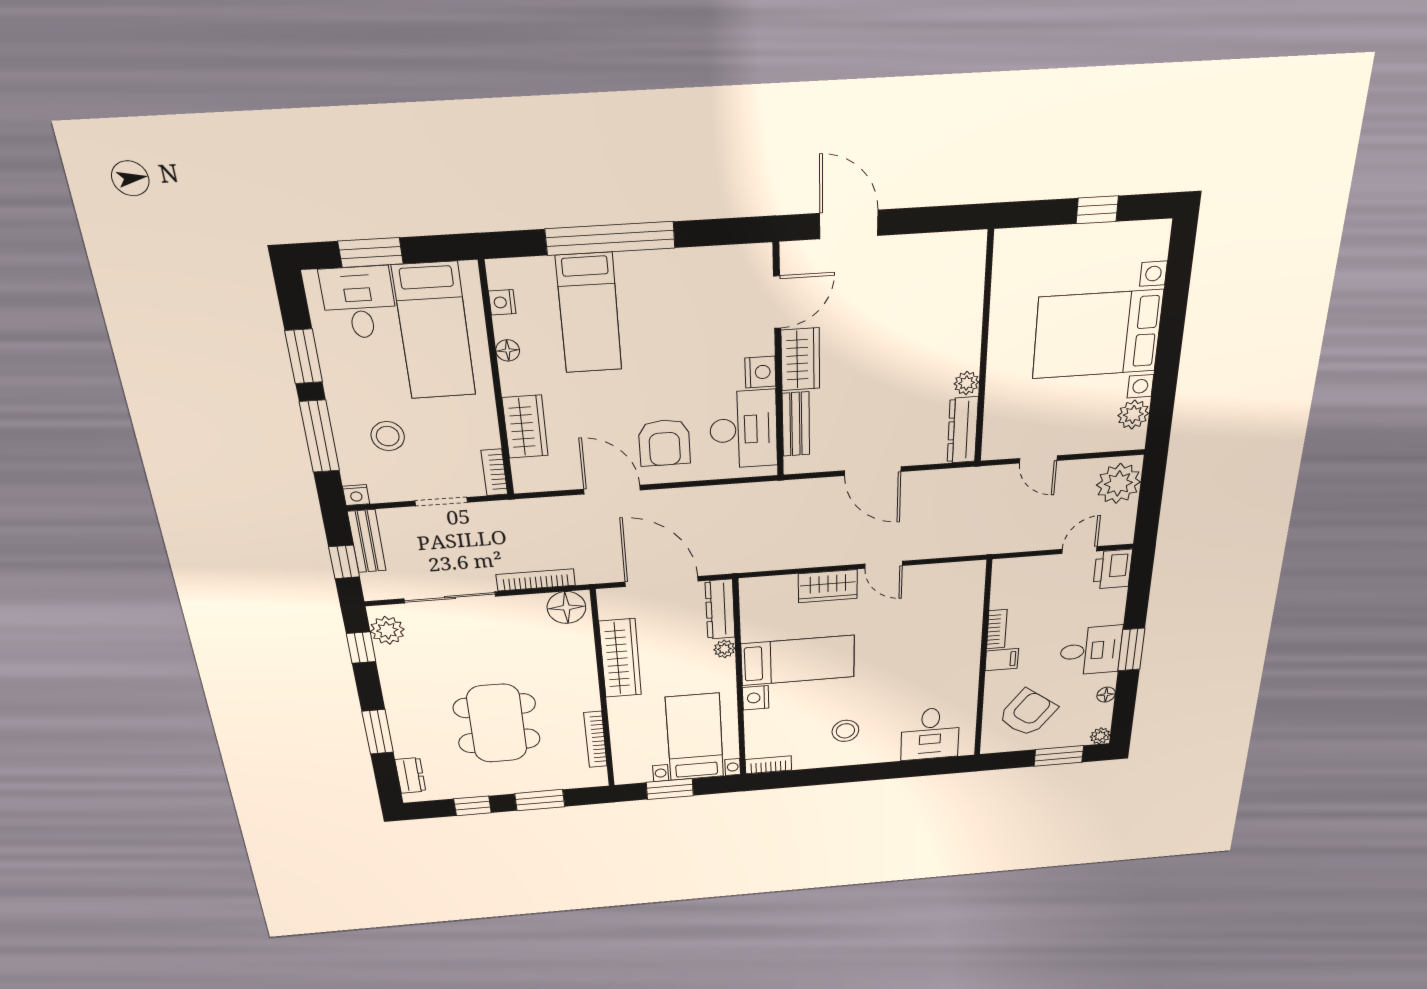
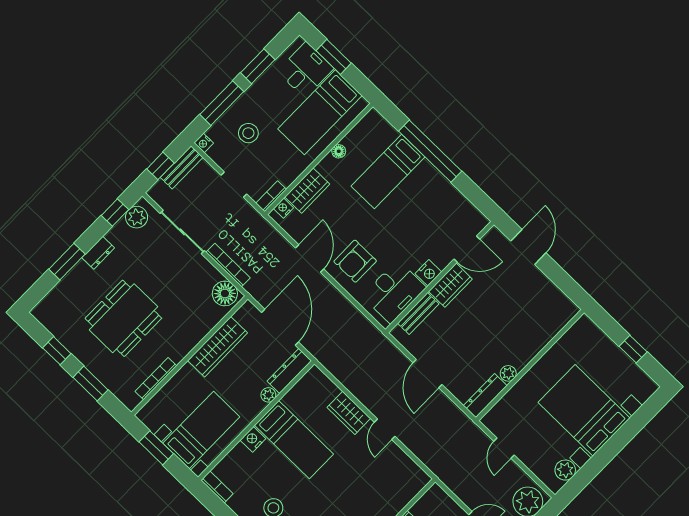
nightstand: (502, 302) -> (283, 208), moved
dresser: (410, 775) -> (98, 253), moved

